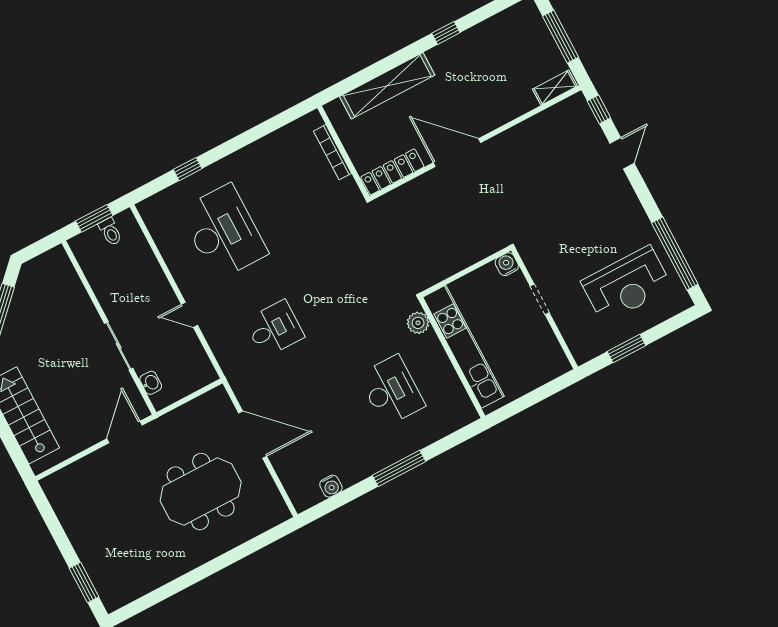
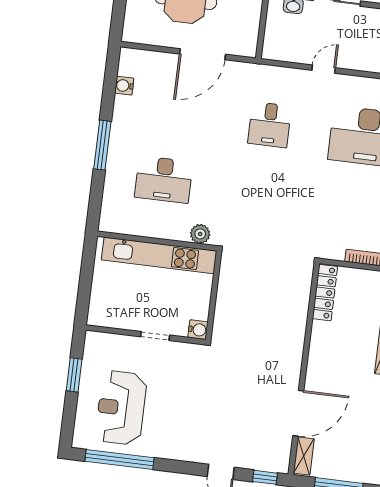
door: (457, 153) -> (298, 413), moved

